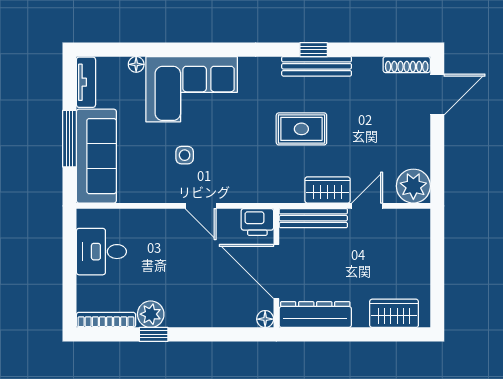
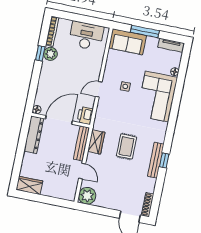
sofa: (96, 156) -> (128, 42), width x0.73
wardrobe: (328, 190) -> (96, 142), moved
desk: (101, 252) -> (86, 36), width x1.37
wardrobe: (394, 313) -> (29, 185), moved, turned -90

